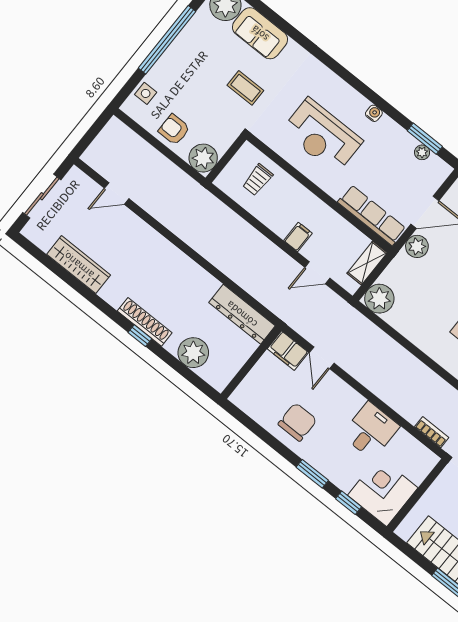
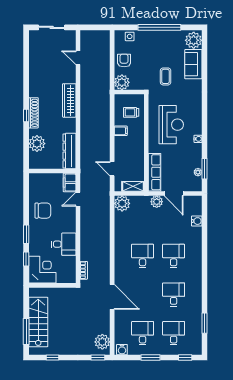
reception desk: (322, 136) -> (171, 125), turned 180
filing cabinet: (298, 237) -> (121, 131), moved
wardrobe: (79, 265) -> (69, 100), moved, turned 180

